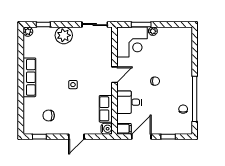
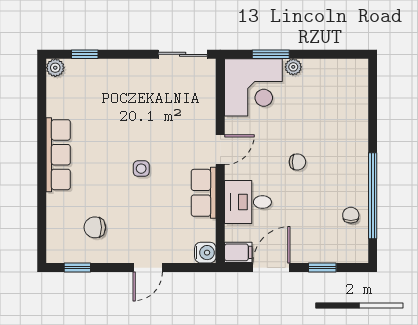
plant: (64, 35) -> (124, 75), removed
row of seats: (106, 109) -> (204, 193), moved

